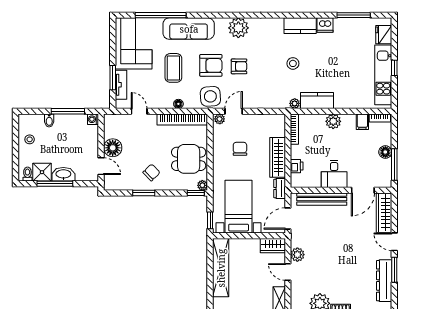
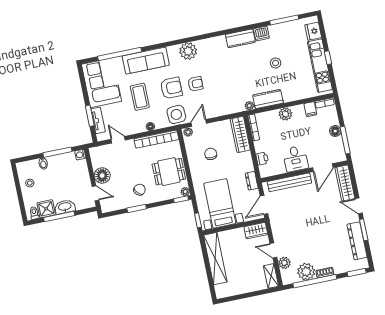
stool: (293, 63) -> (276, 63), moved
wardrobe: (278, 157) -> (240, 134), moved
plant: (297, 255) -> (284, 263), moved

